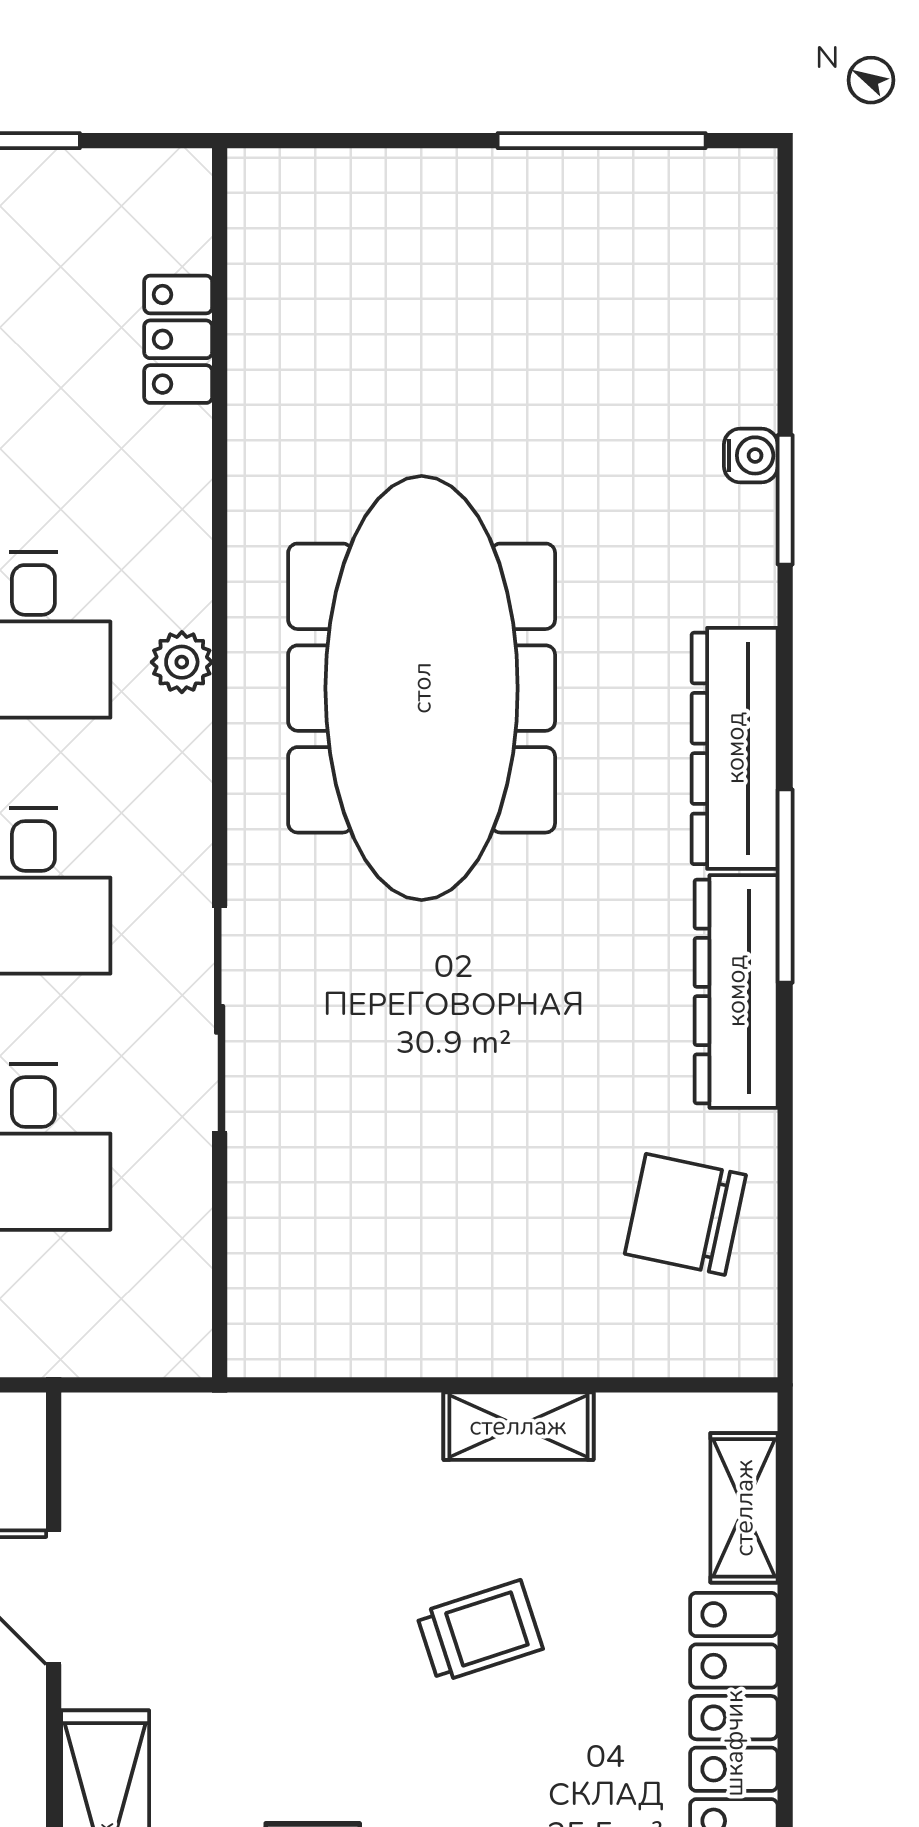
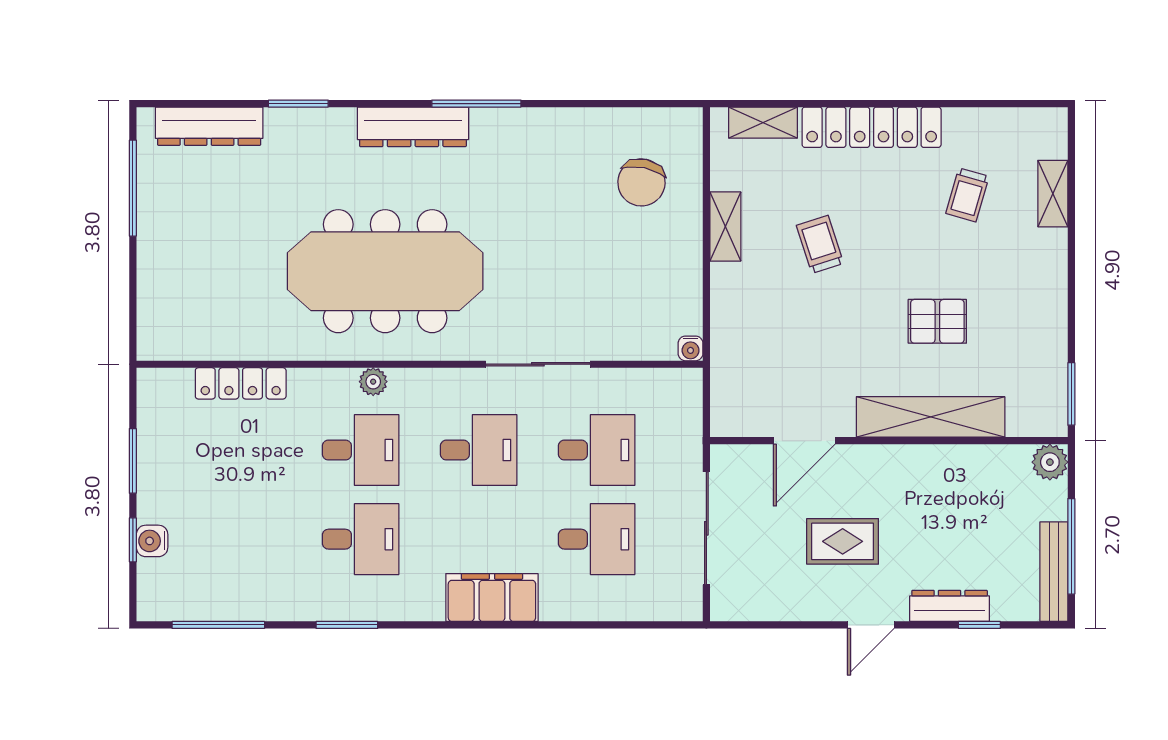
locker: (178, 339) -> (241, 383), width x1.53
water cooler: (751, 455) -> (691, 348), moved, turned 180
dresser: (736, 991) -> (209, 126), moved
chair: (685, 1214) -> (641, 182), moved

